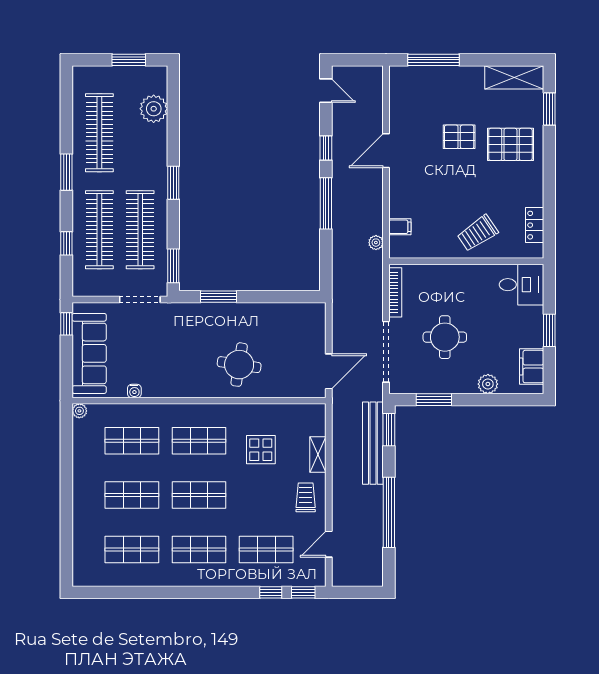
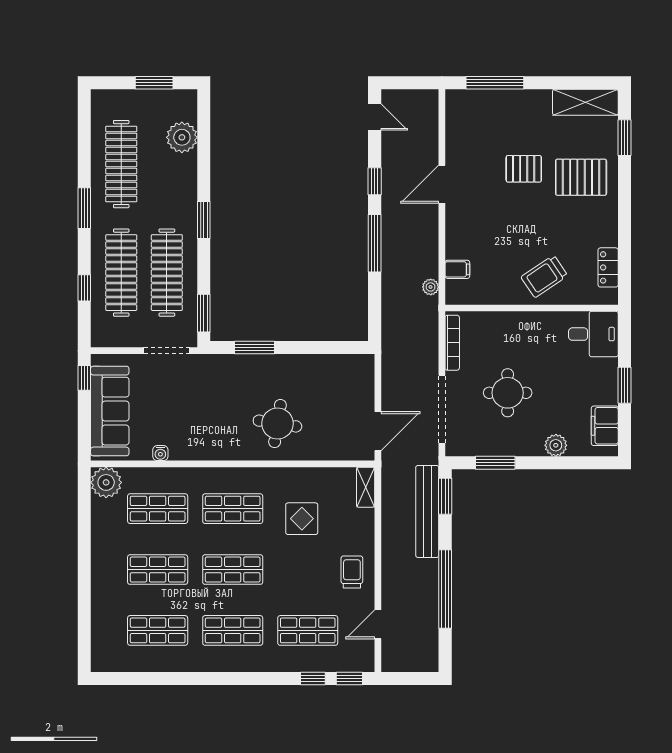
plant: (79, 411) -> (106, 482), width x1.88, depth x1.88
shelving: (318, 454) -> (366, 487), moved

